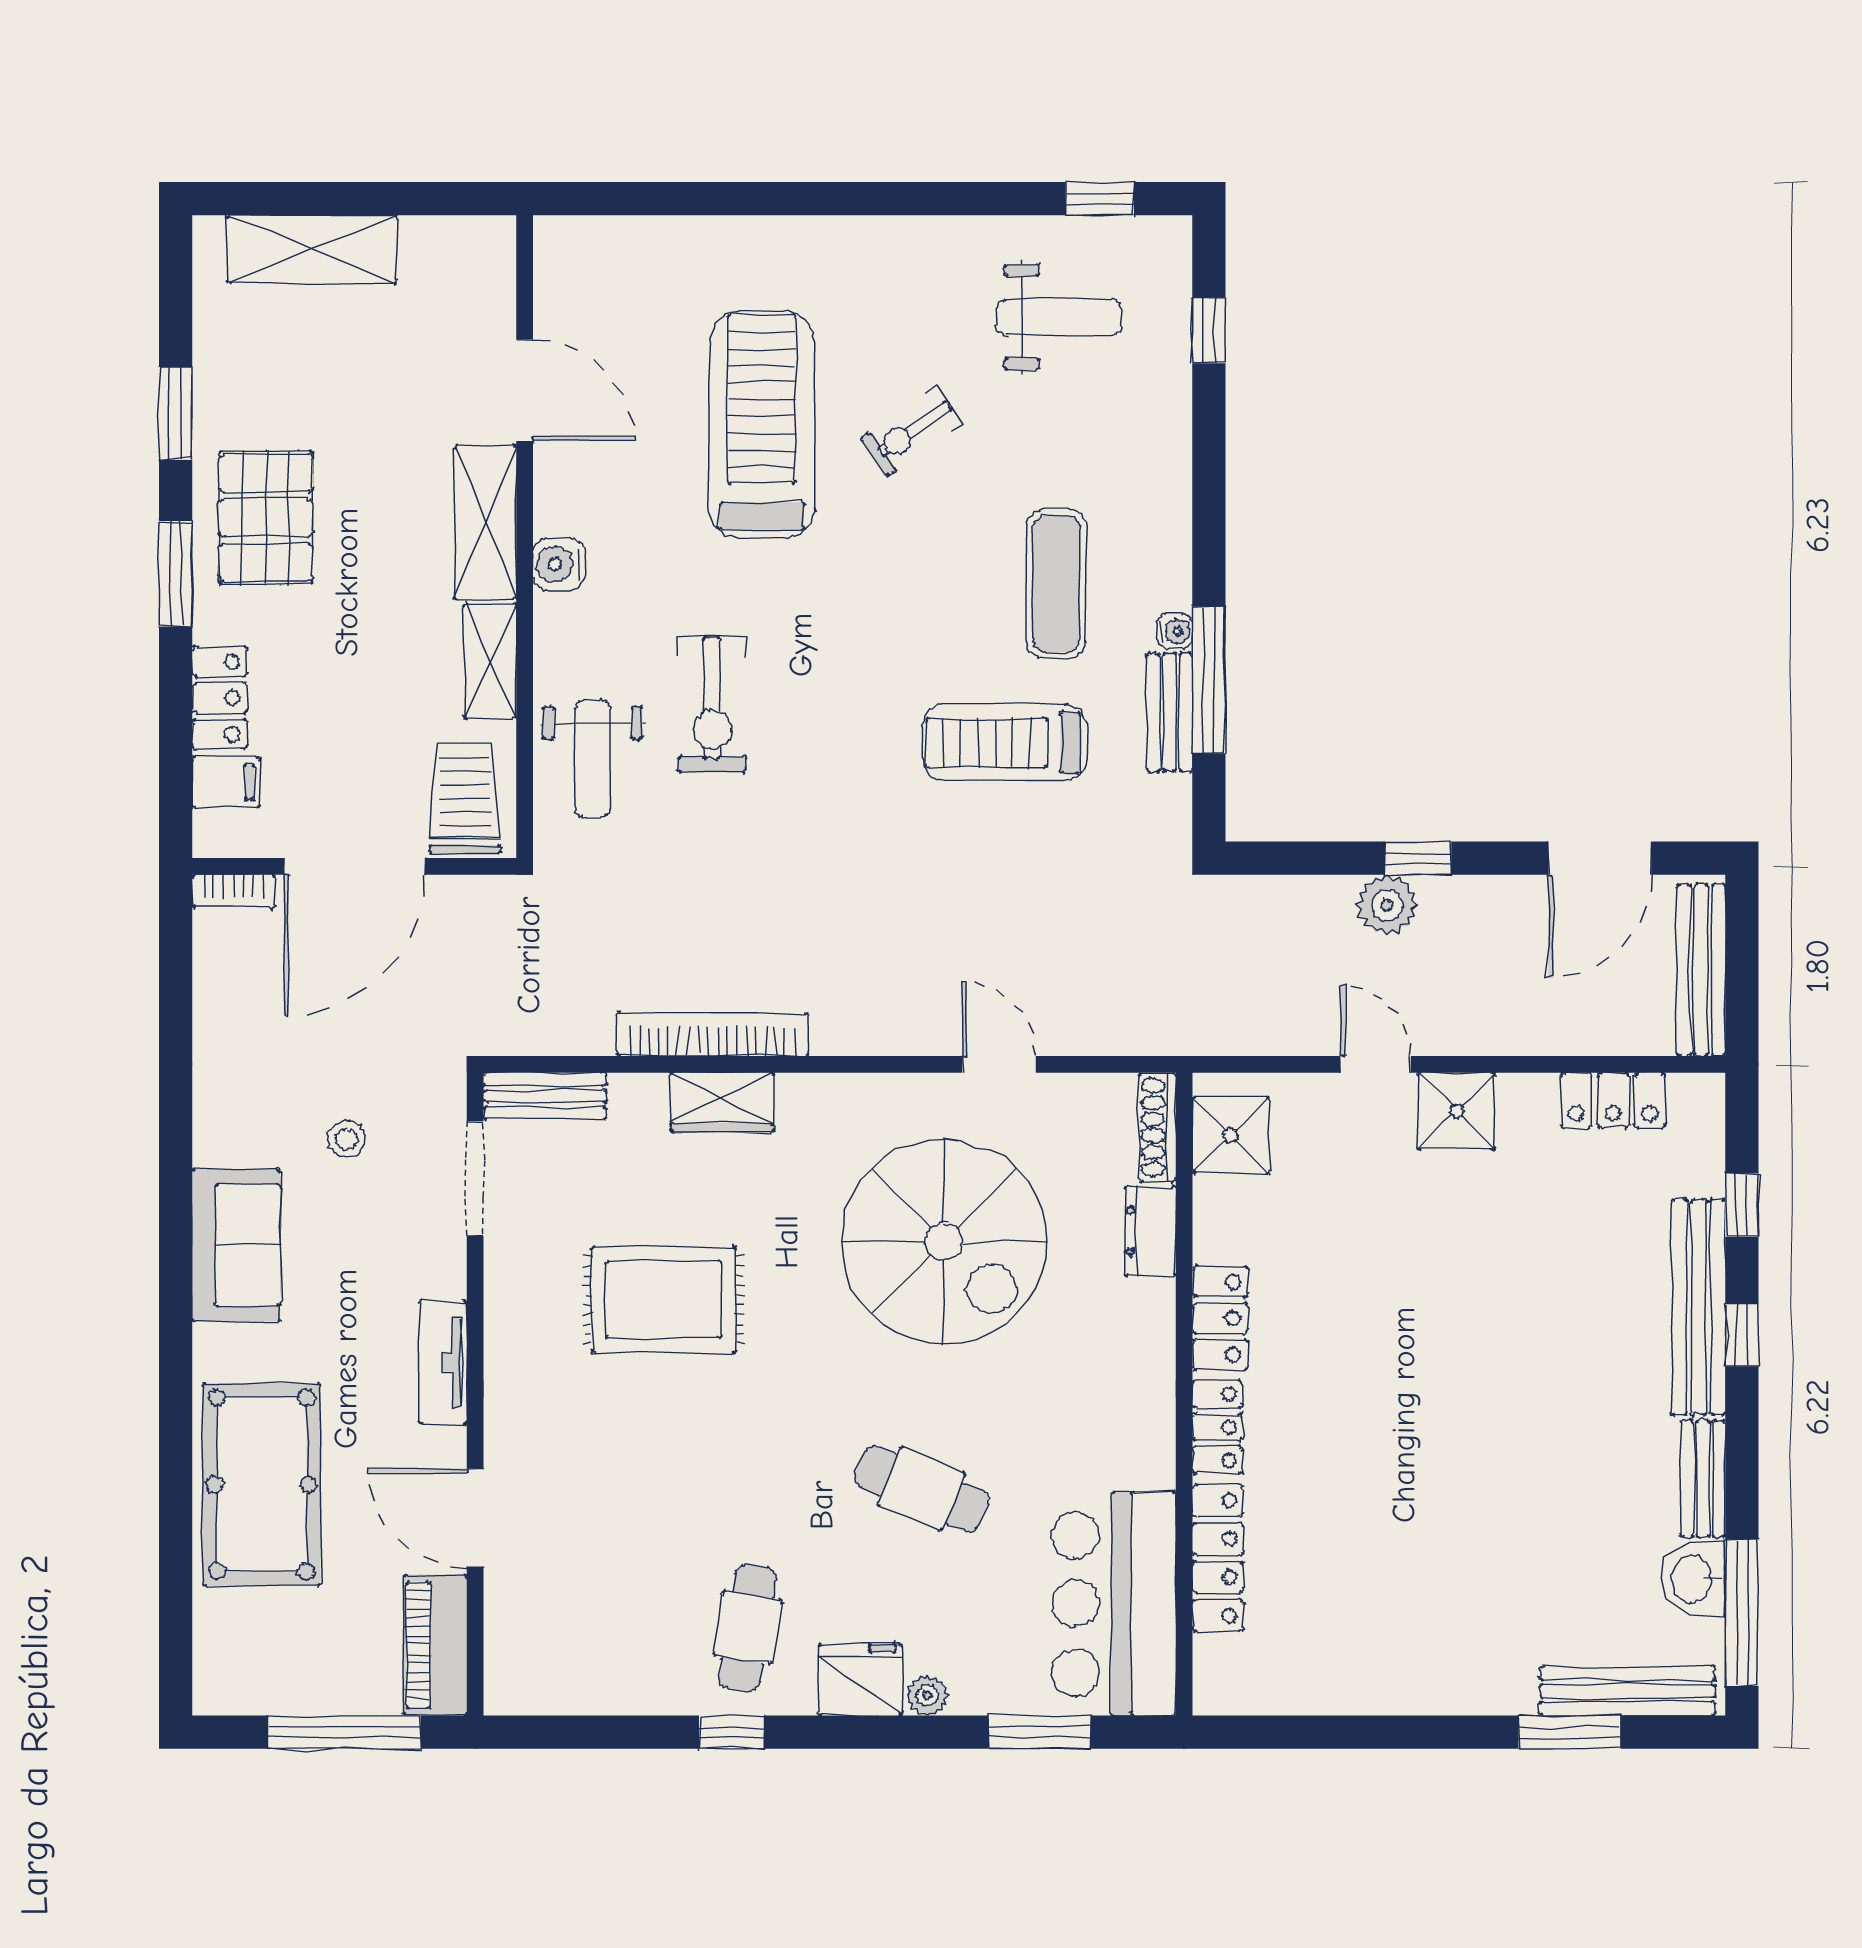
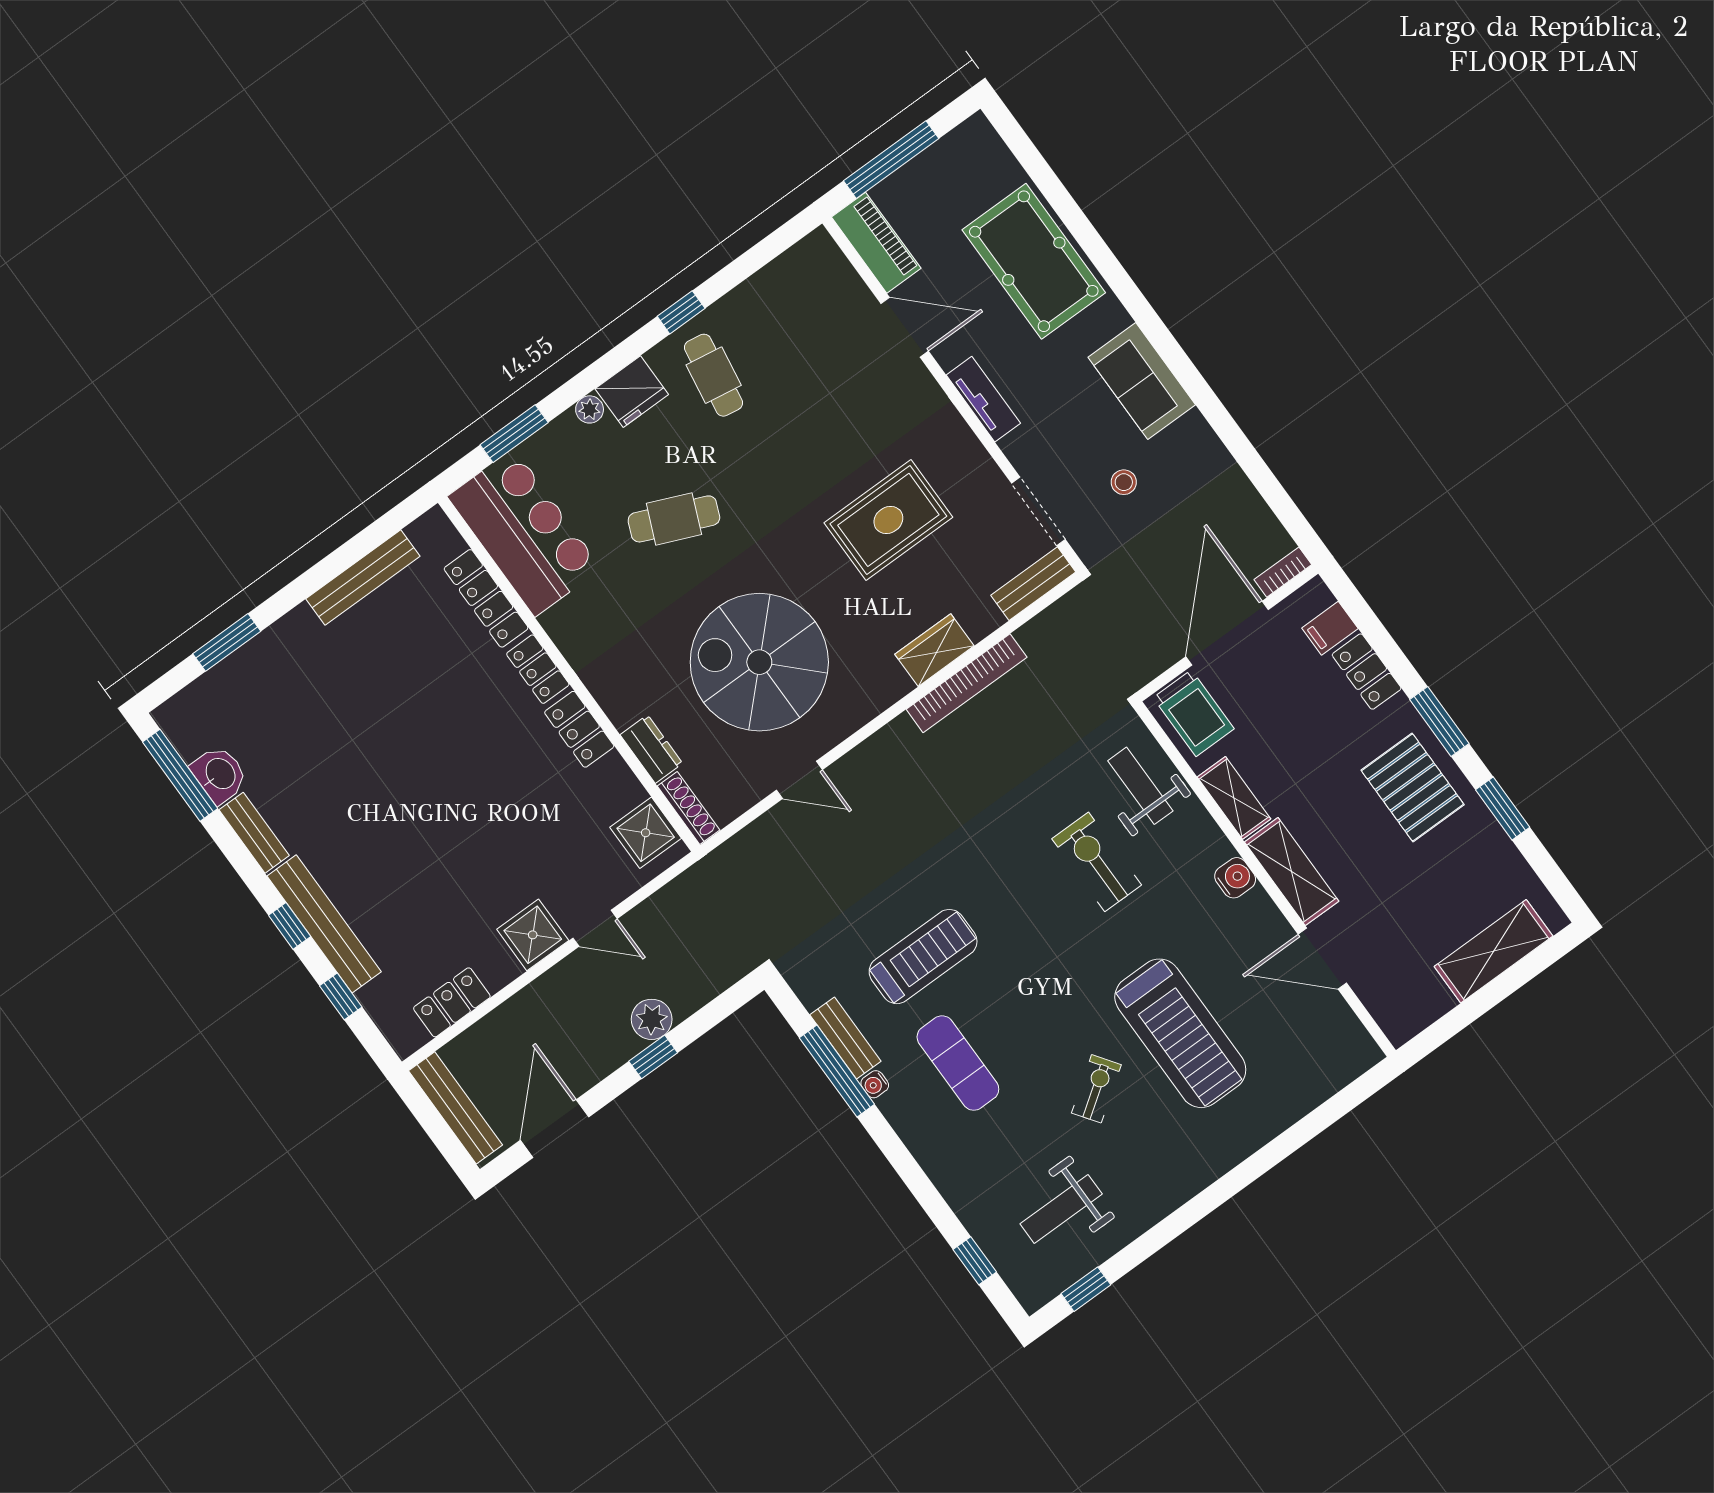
bench: (1628, 1691) -> (363, 578), moved

